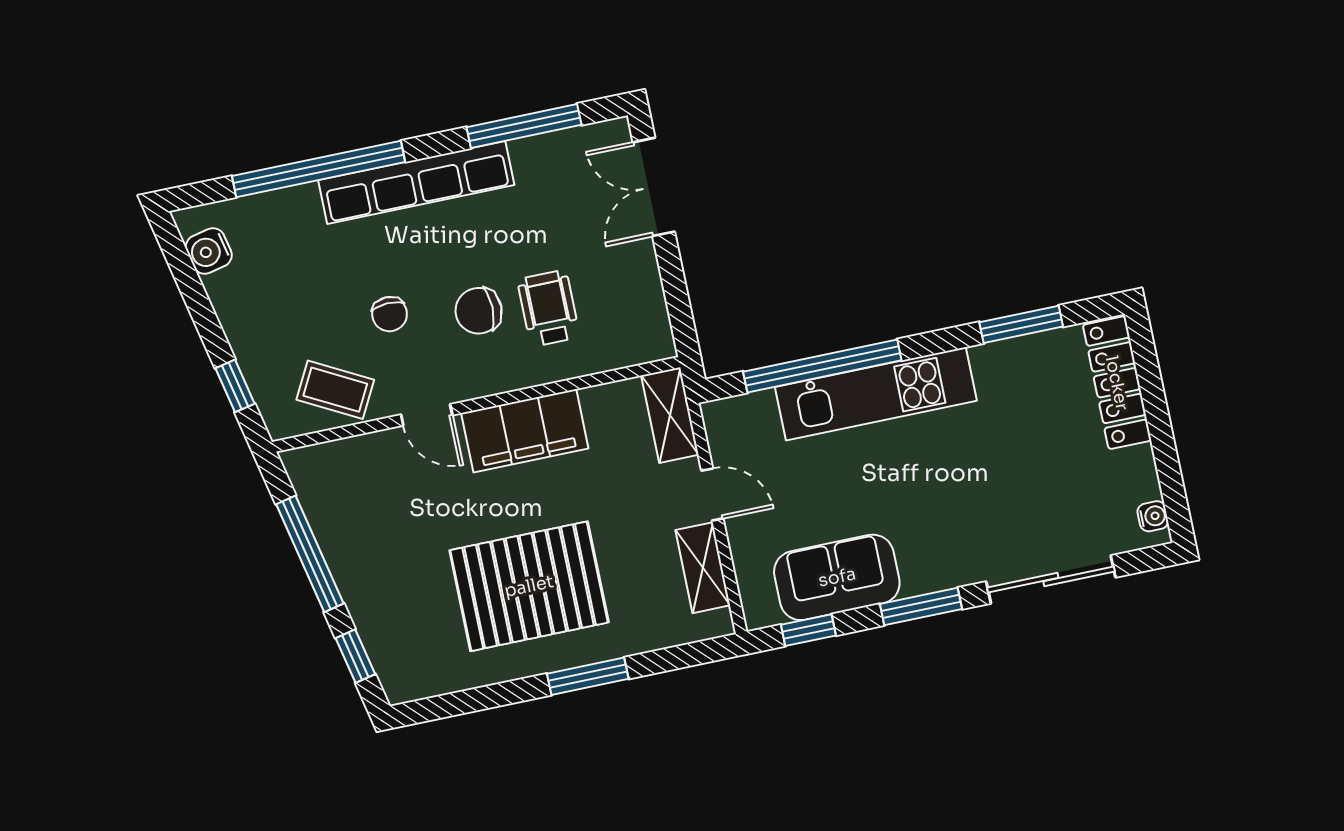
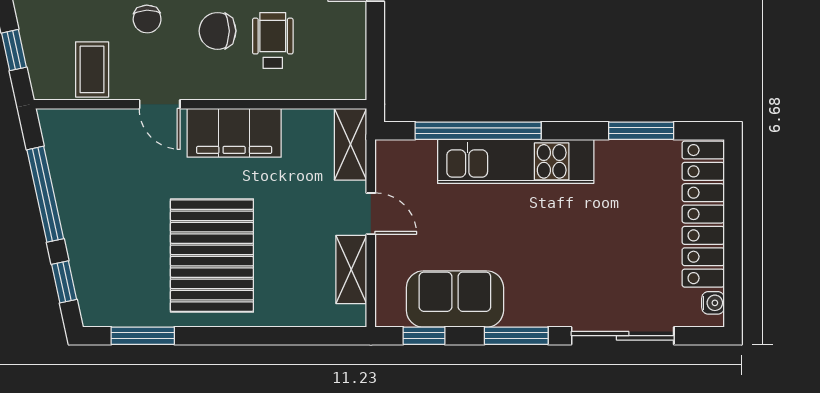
locker: (1117, 383) -> (703, 214), width x1.41, depth x1.21
coffee table: (335, 390) -> (92, 69), turned 62
pallet: (529, 586) -> (212, 256), turned 90
window: (588, 676) -> (143, 336), moved

